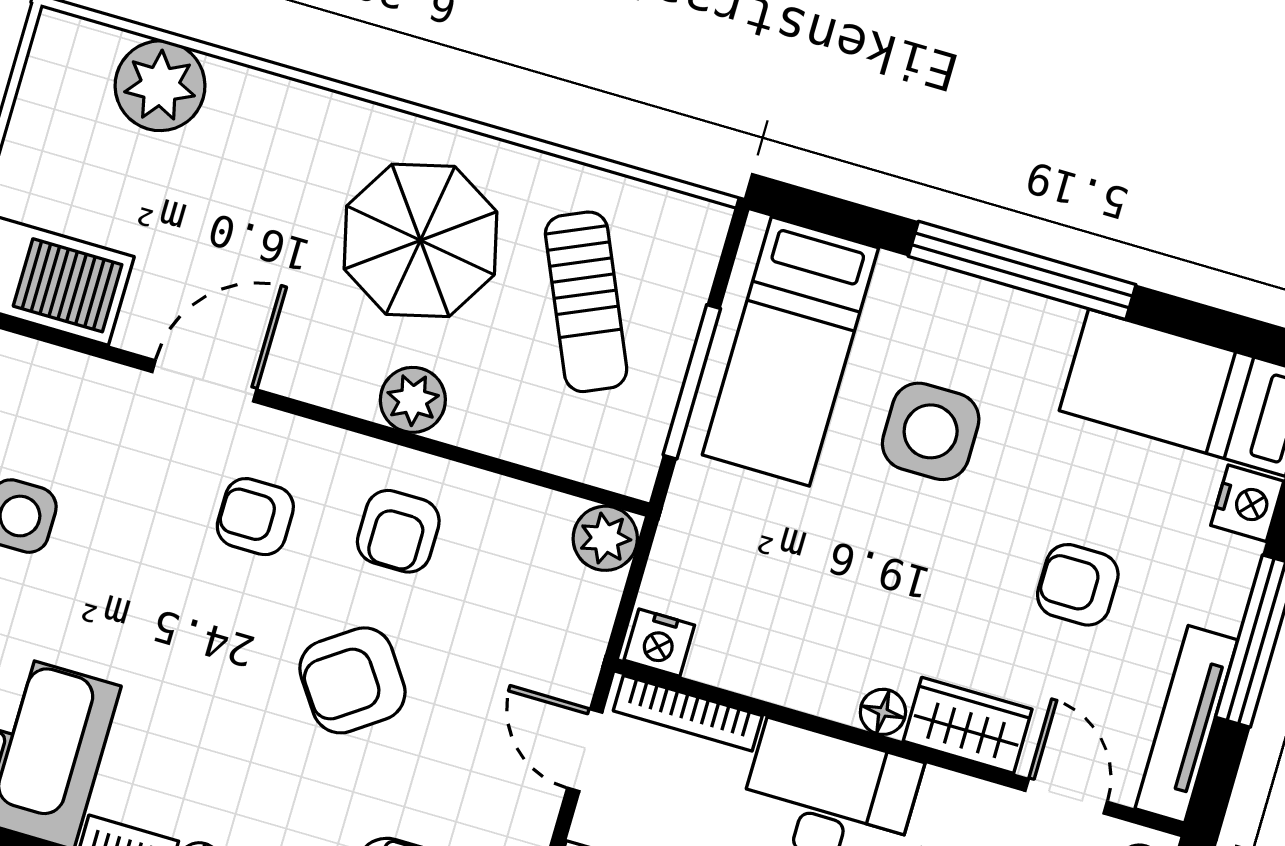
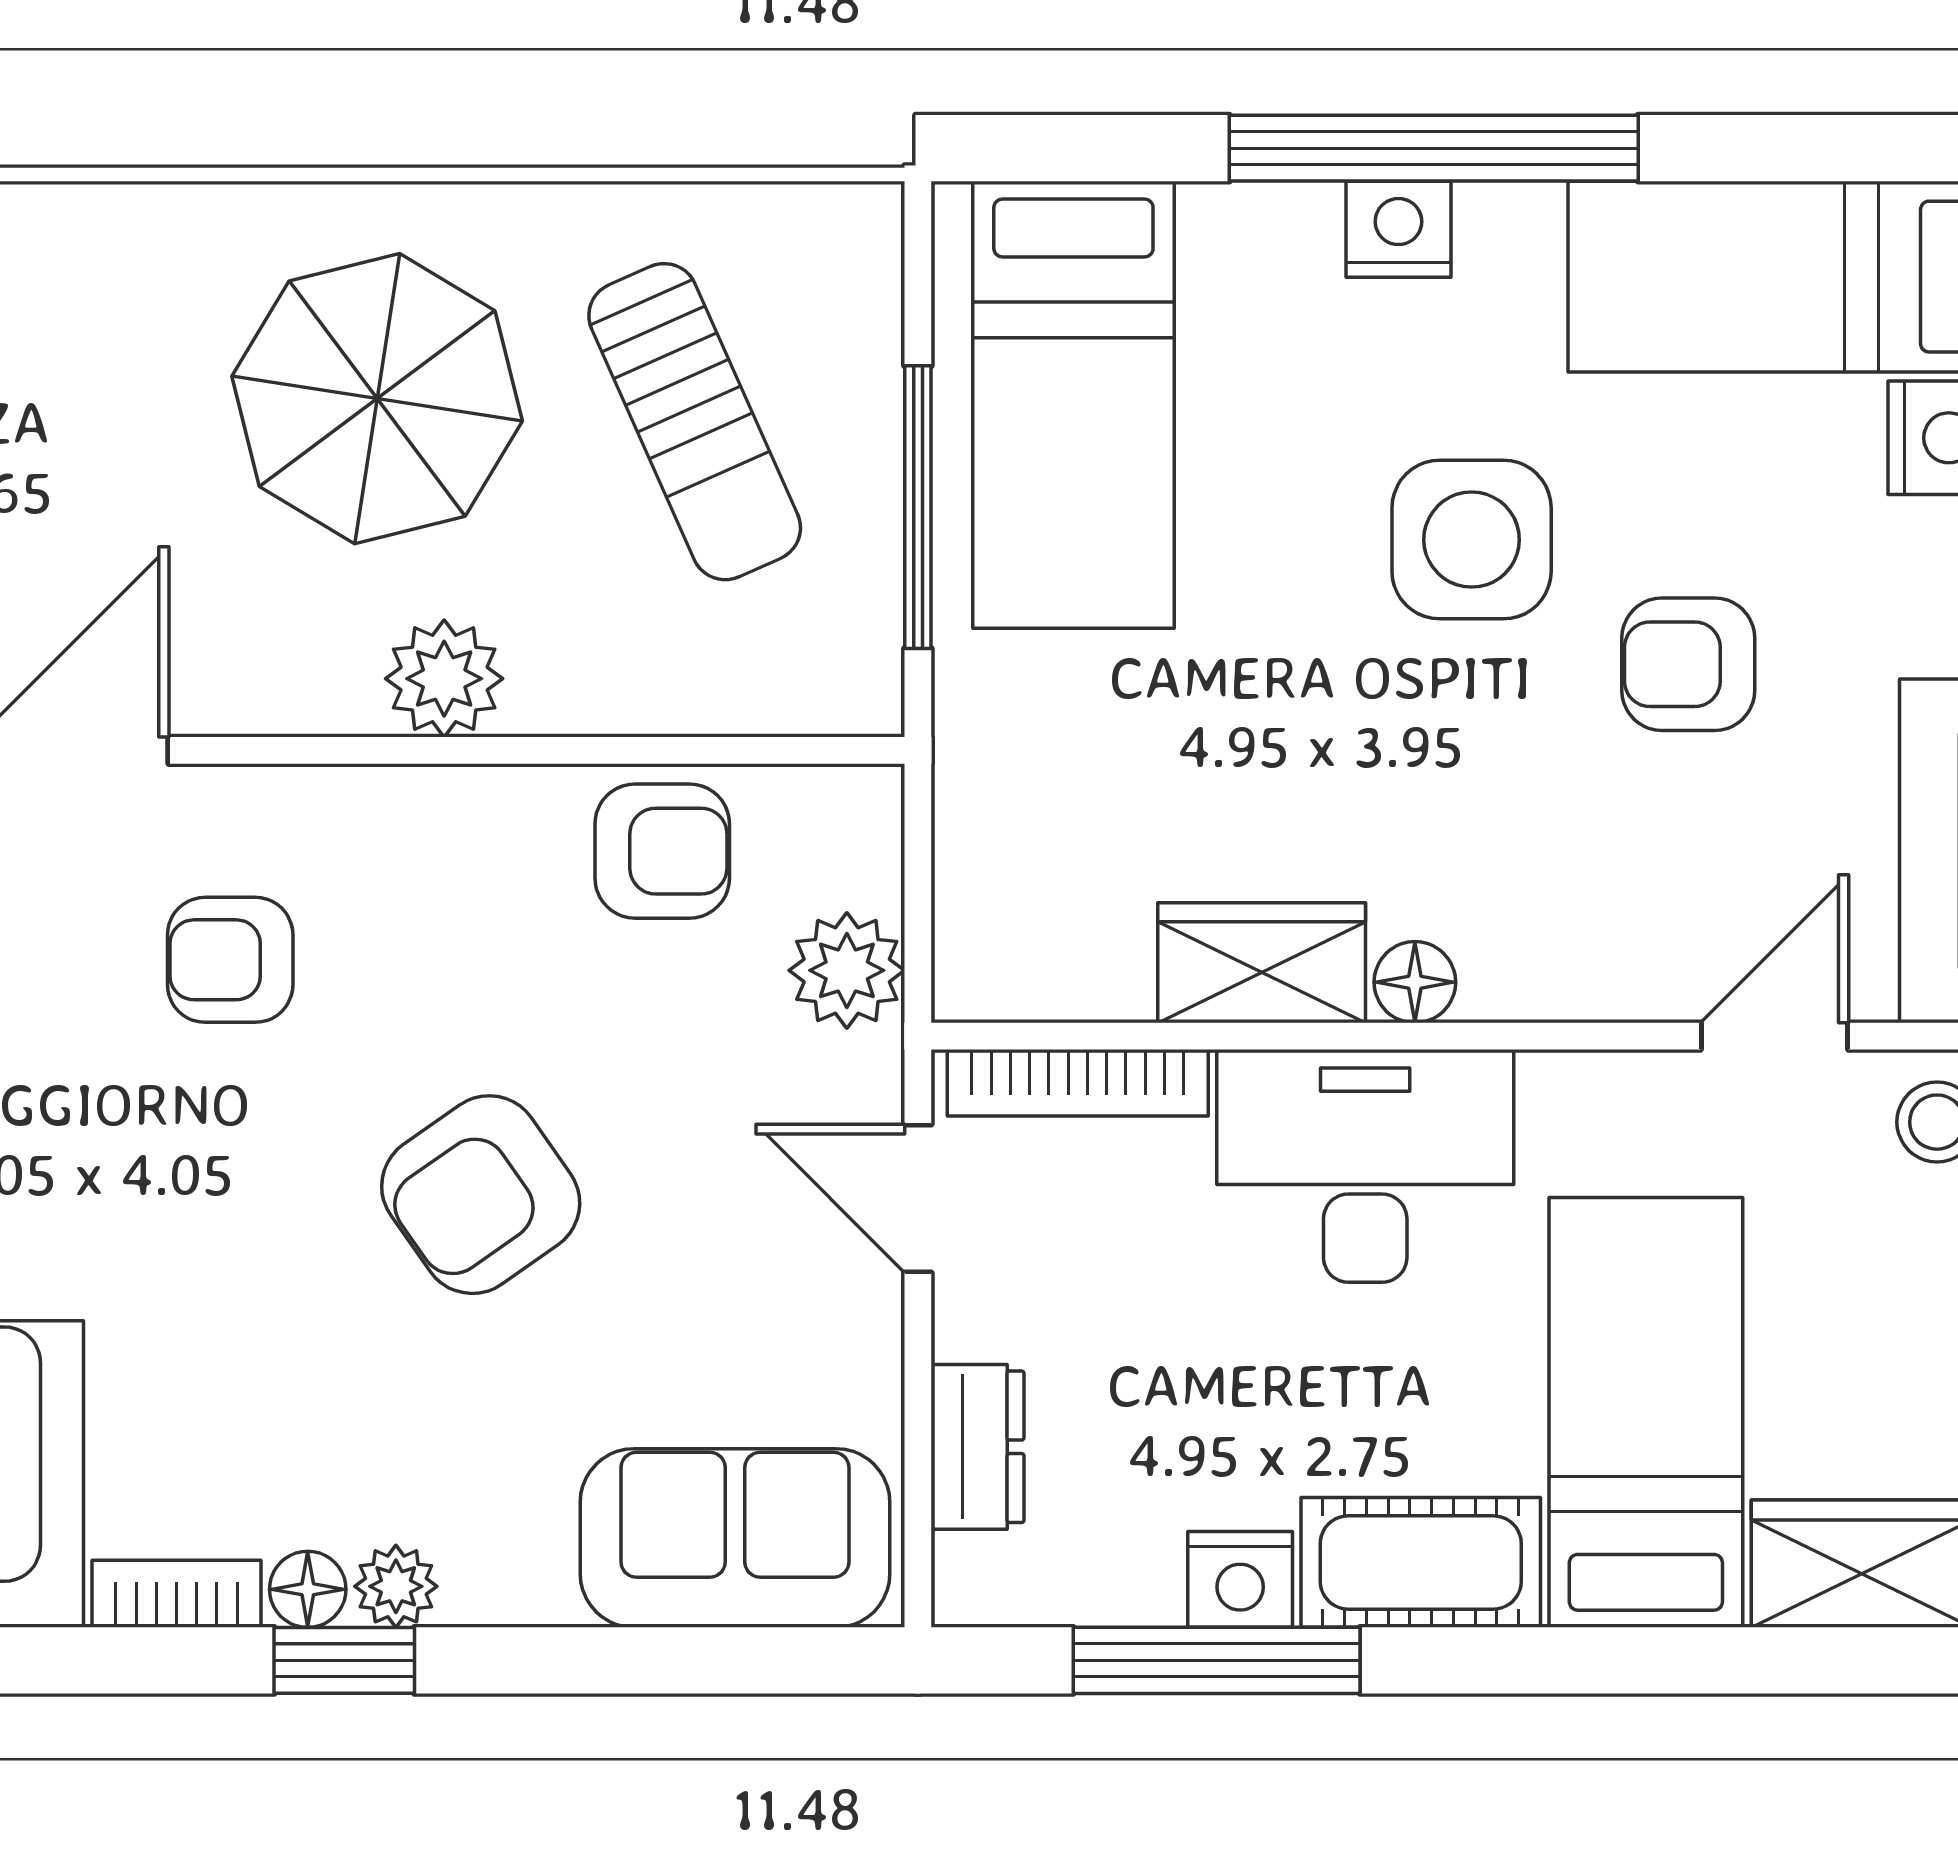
side table: (931, 431) -> (1472, 540), moved
armchair: (398, 531) -> (662, 851), moved, turned -90
plant: (605, 538) -> (847, 970), moved
nightstand: (659, 643) -> (1398, 229), moved, turned 180
wardrobe: (968, 725) -> (1262, 963), moved
door: (1066, 796) -> (1775, 1036), hinge flipped

